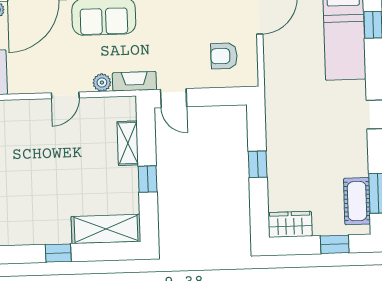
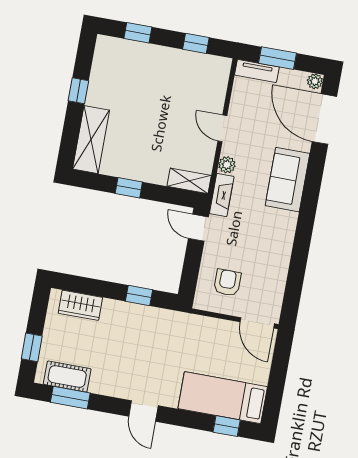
door: (174, 98) -> (198, 228), hinge flipped
shelving: (128, 143) -> (189, 181), moved
window: (258, 164) -> (139, 295), moved
wardrobe: (290, 224) -> (80, 305), moved, turned 90

